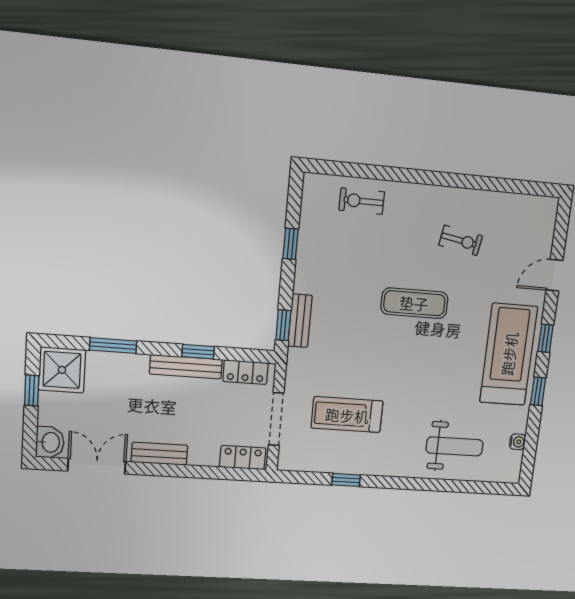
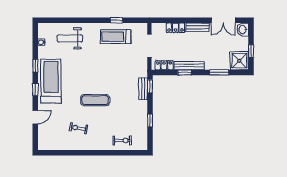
treadmill: (509, 354) -> (51, 81), turned 180
treadmill: (347, 415) -> (116, 37), moved, turned 180
locker: (243, 458) -> (175, 28), moved

